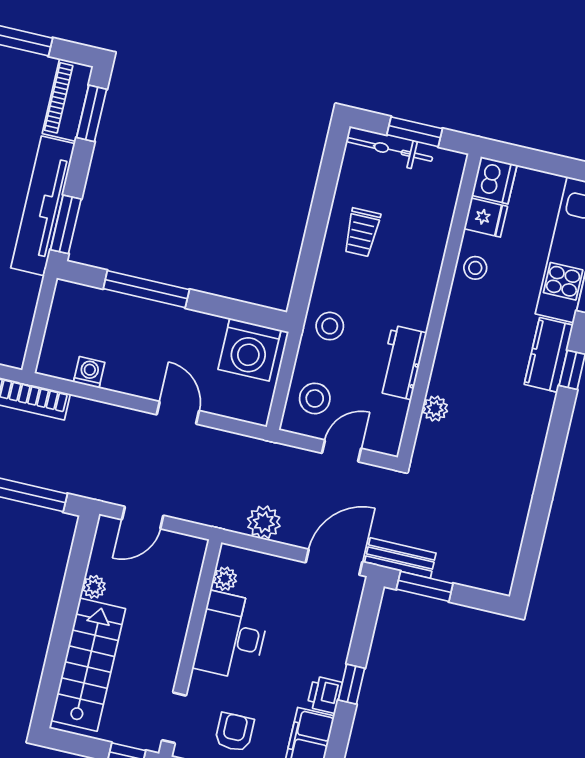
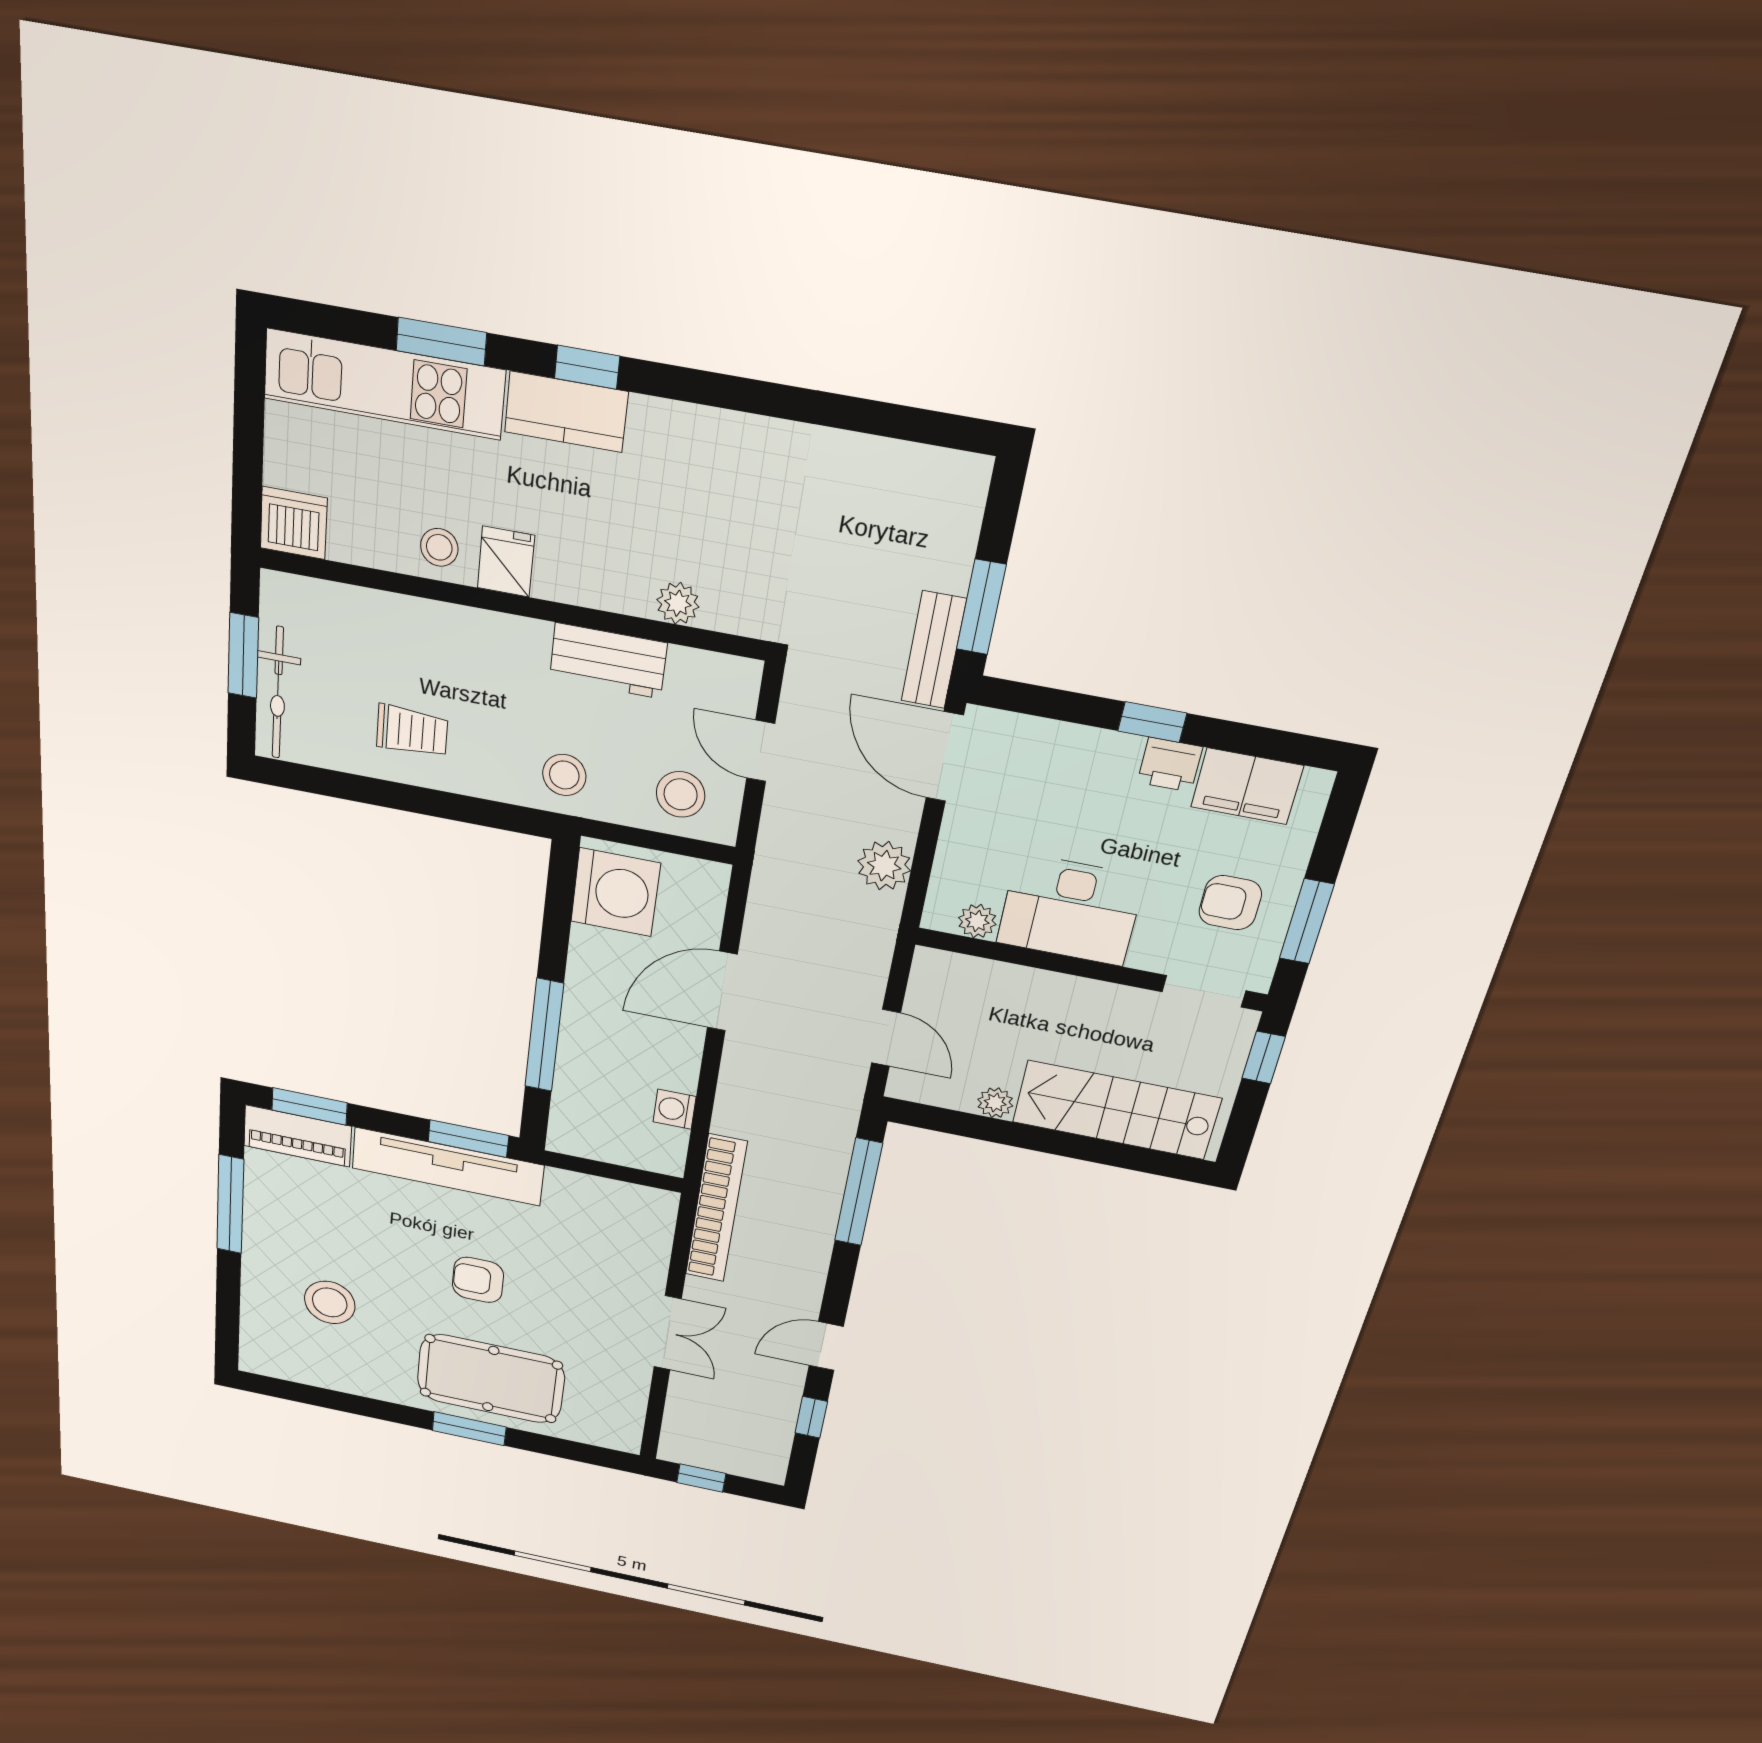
fridge: (486, 218) -> (506, 562), moved
door: (178, 413) -> (722, 991), width x1.38

